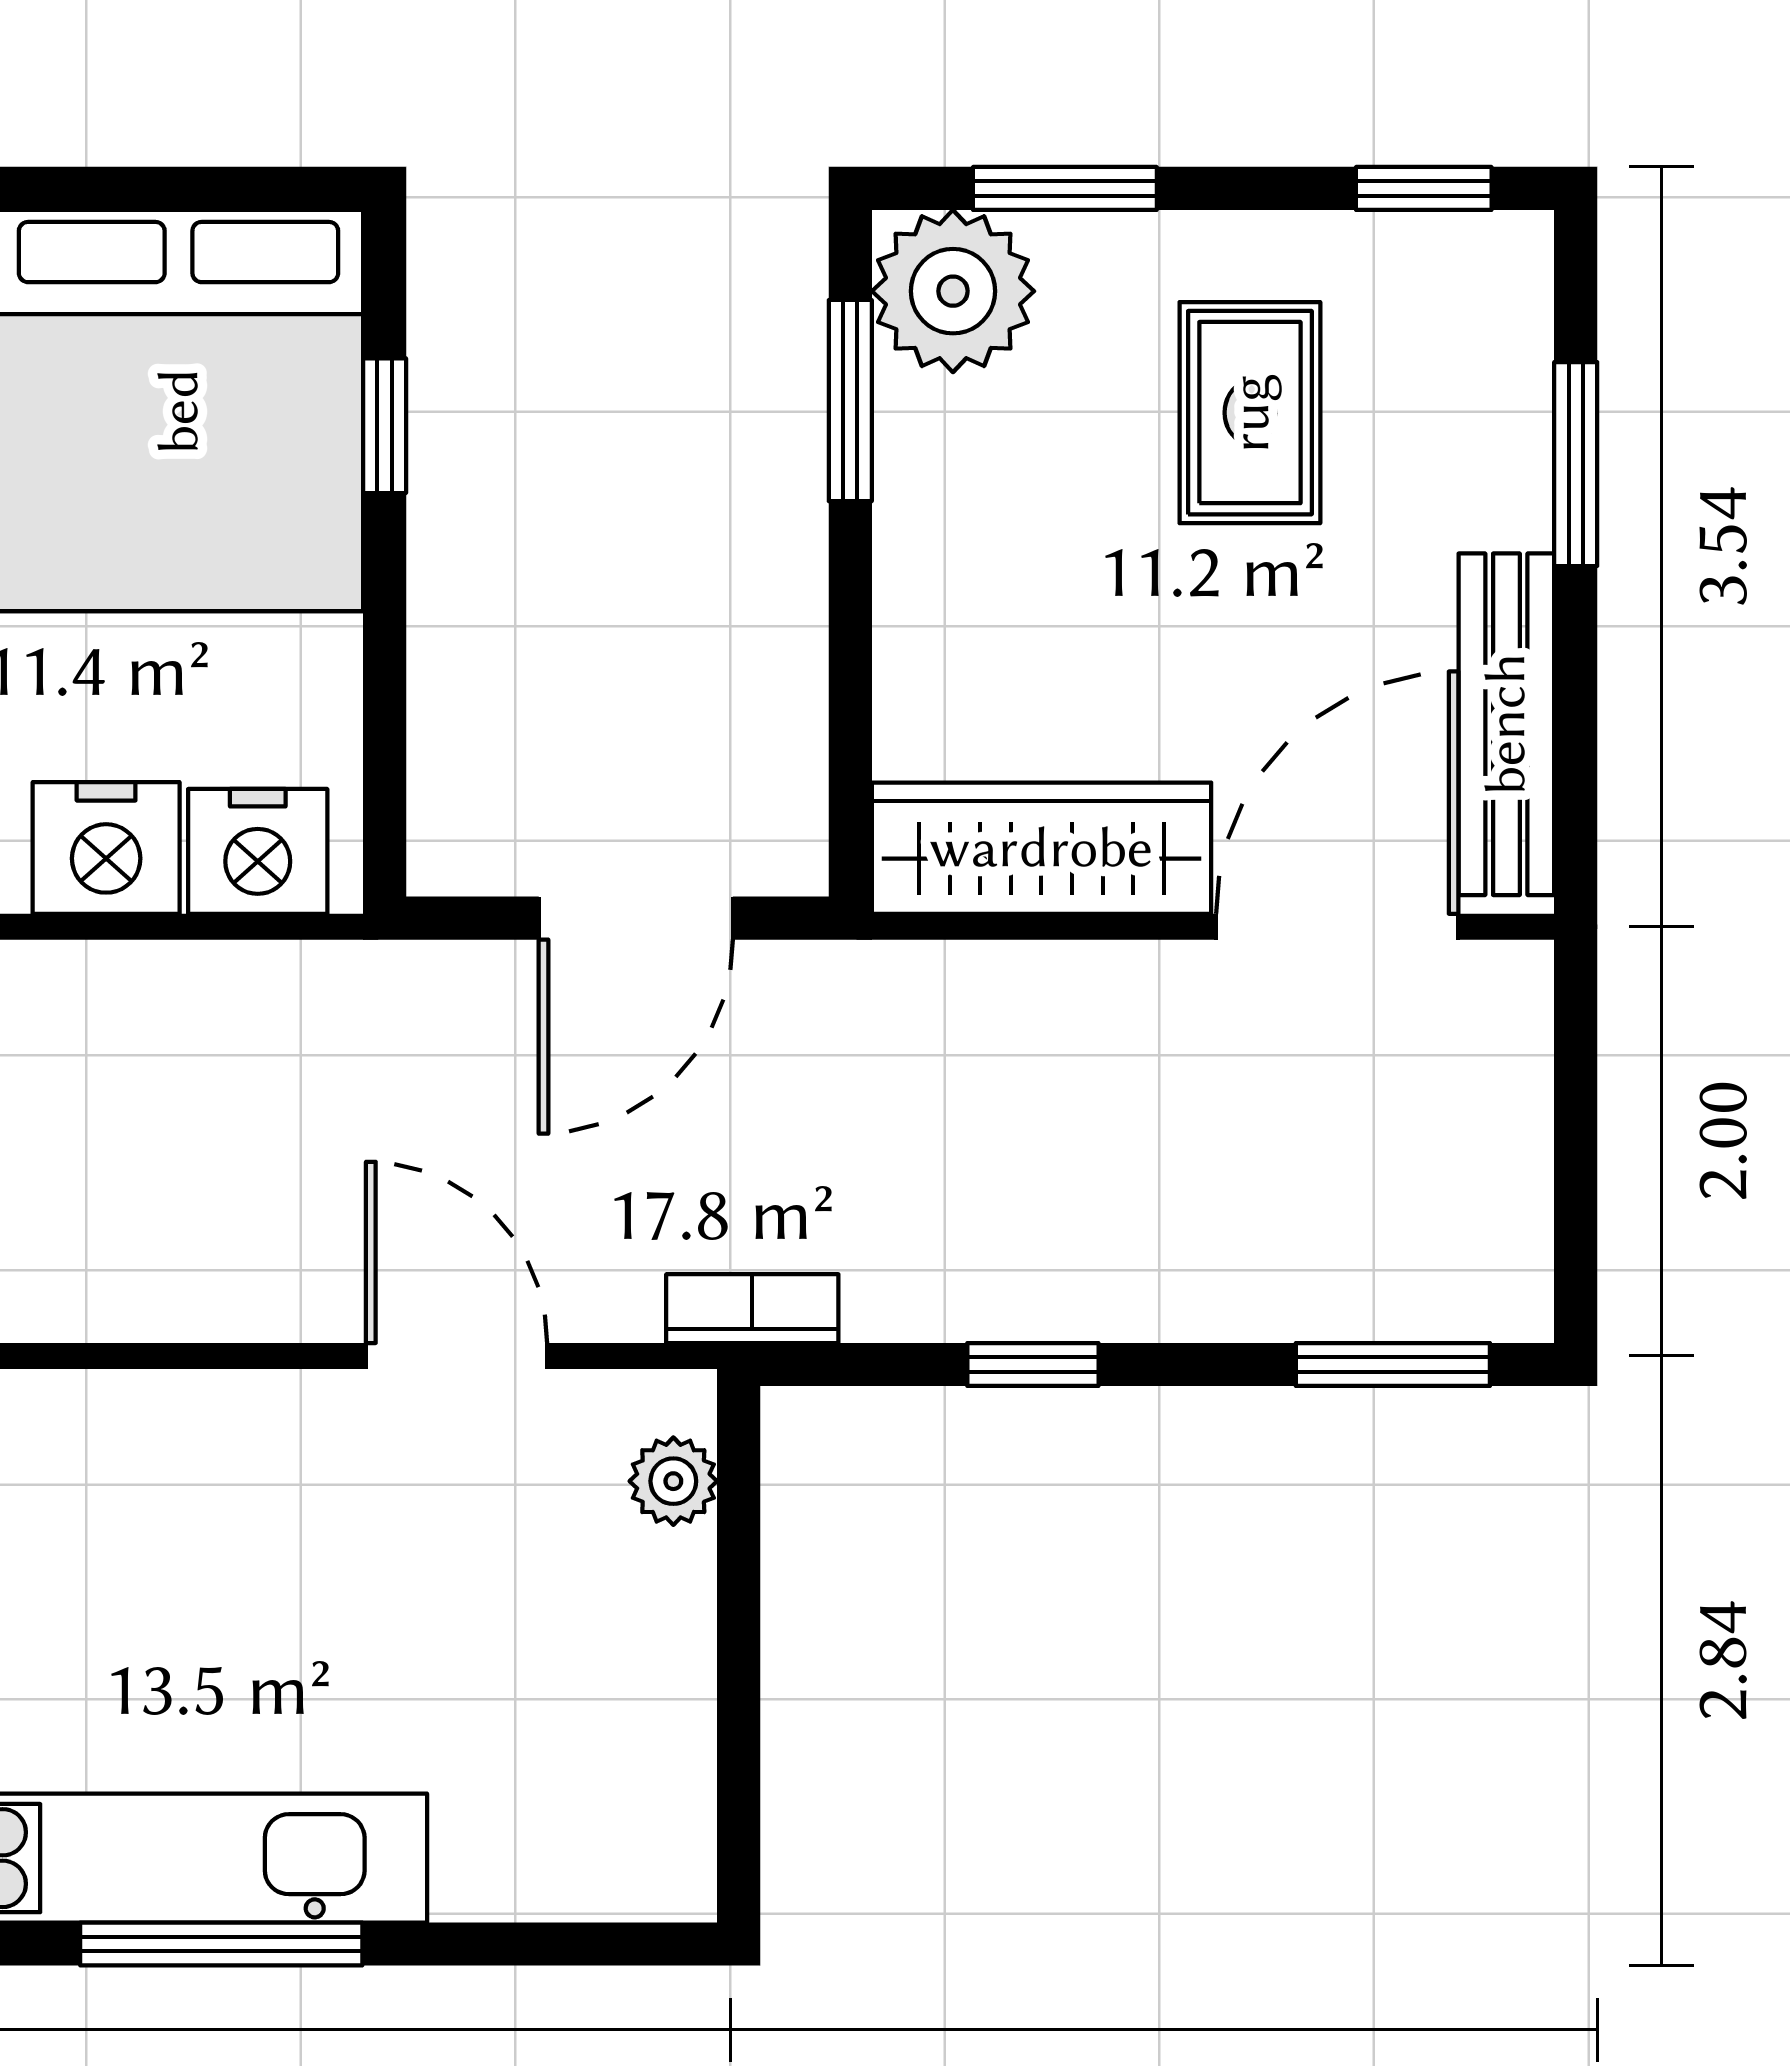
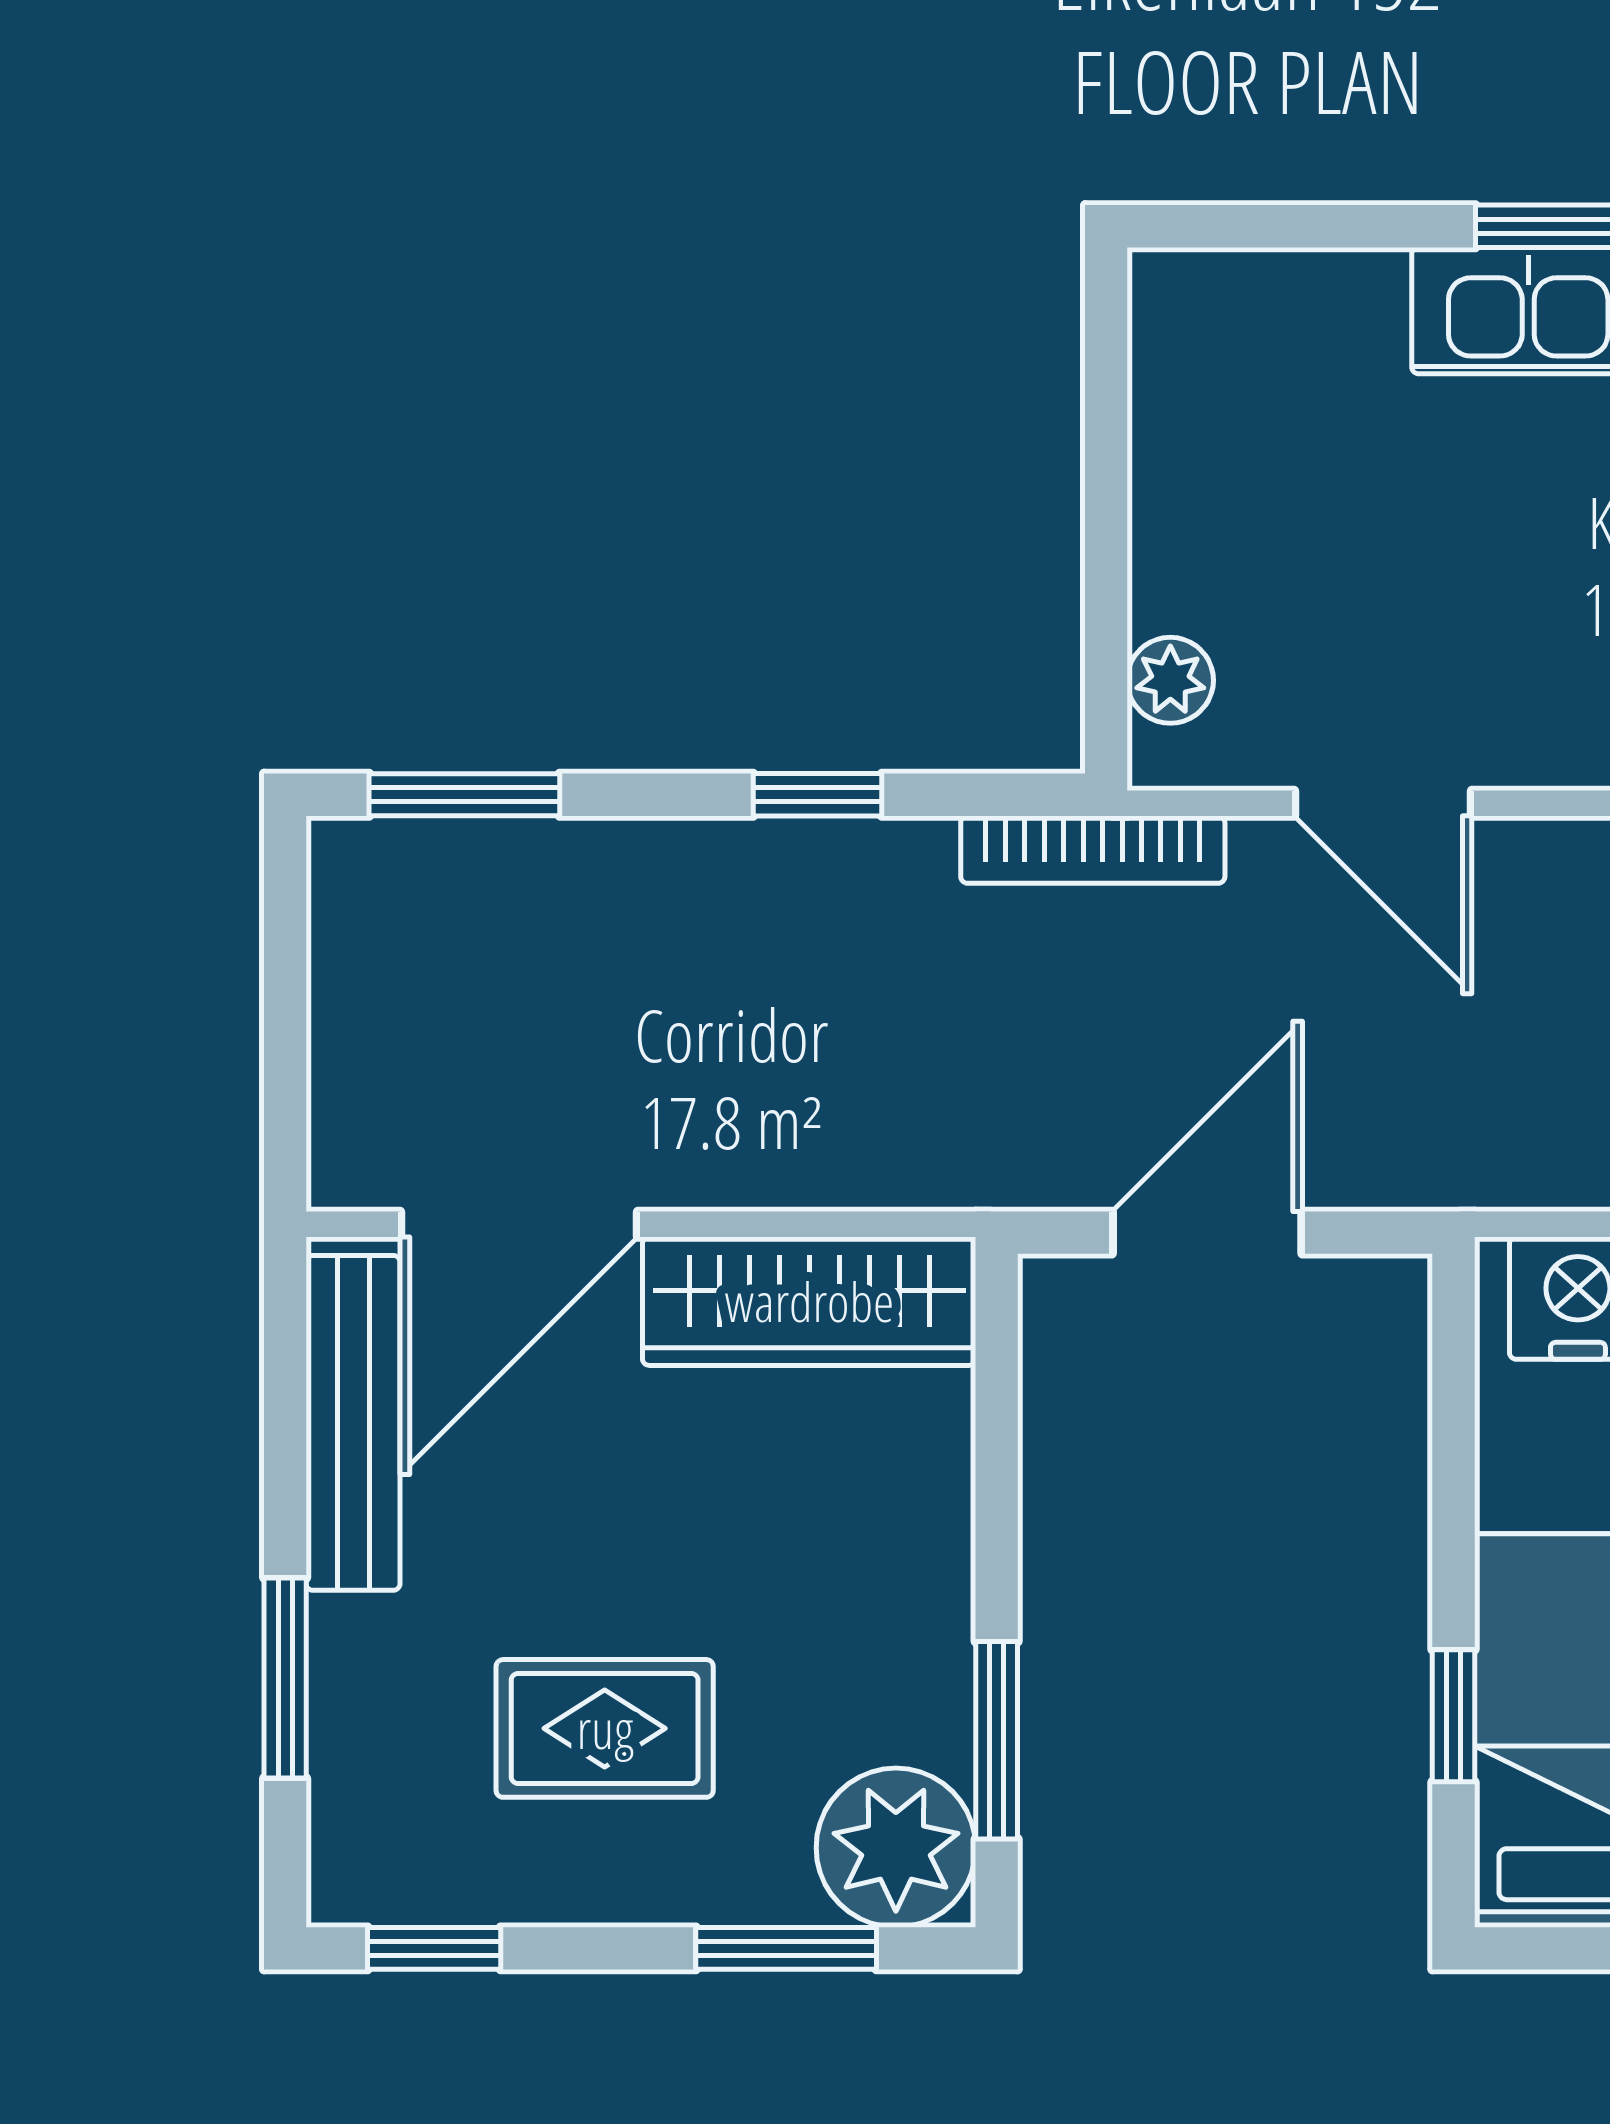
rug: (1250, 413) -> (605, 1728), turned 90
bookcase: (752, 1309) -> (1093, 850), width x1.56

